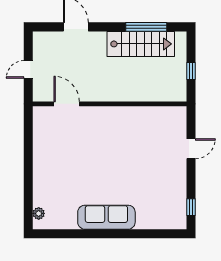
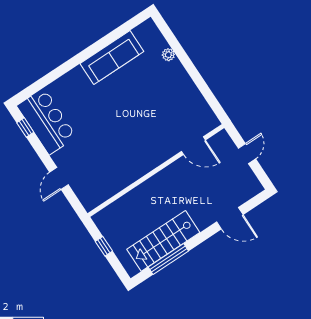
bar counter: (171, 201) -> (47, 121), added
plant: (39, 213) -> (168, 55), moved
sofa: (106, 217) -> (112, 57), moved

